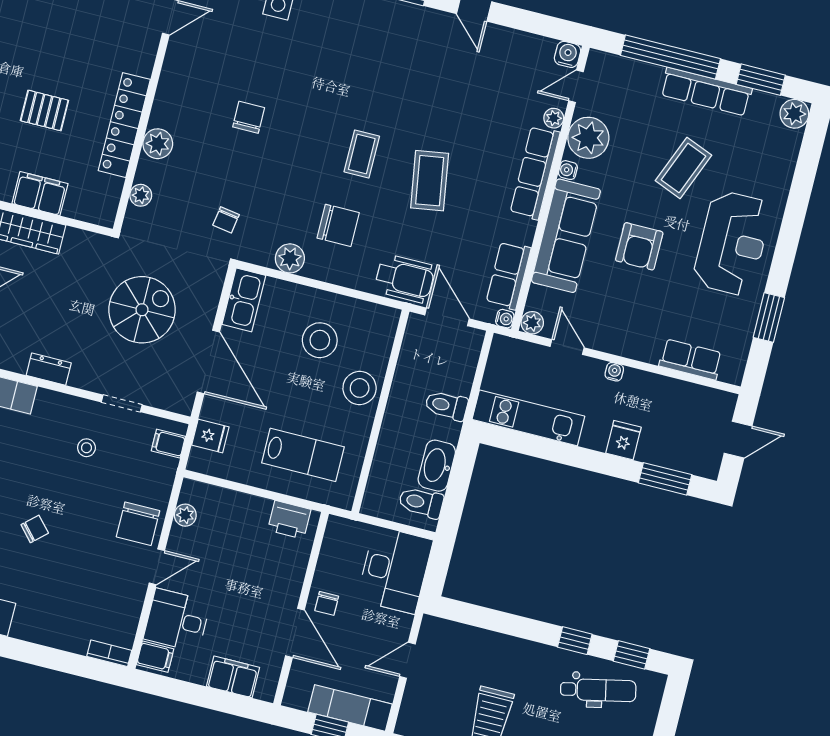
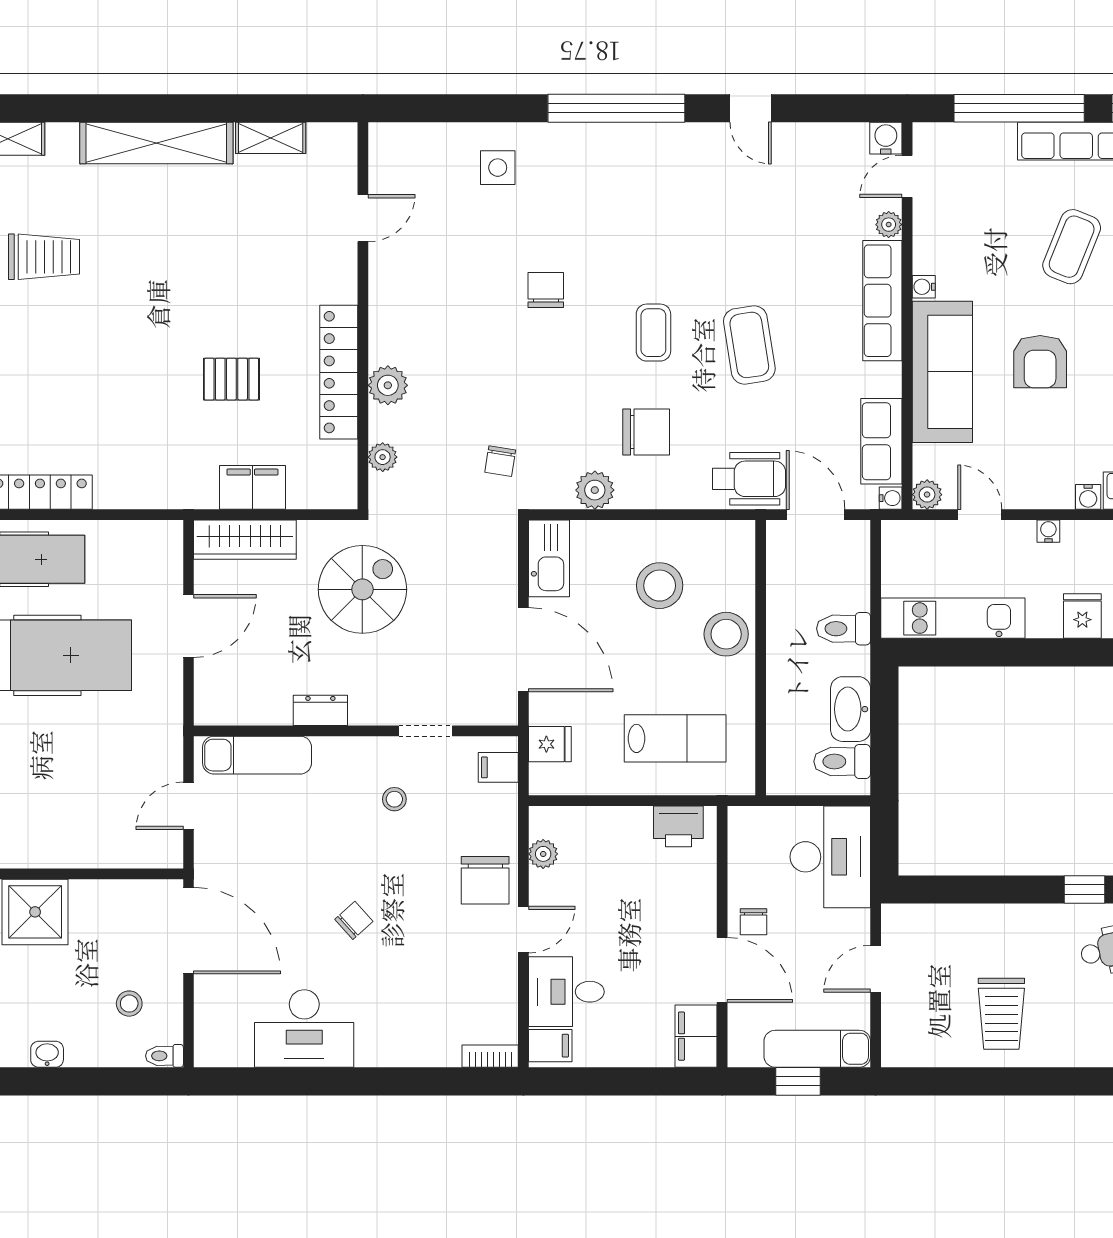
chair: (249, 117) -> (546, 290), moved
plant: (588, 138) -> (939, 239), removed
spiral stairs: (142, 310) -> (362, 589), moved
water cooler: (650, 354) -> (1088, 497), added
filing cabinet: (233, 677) -> (696, 1036), moved, turned -90

